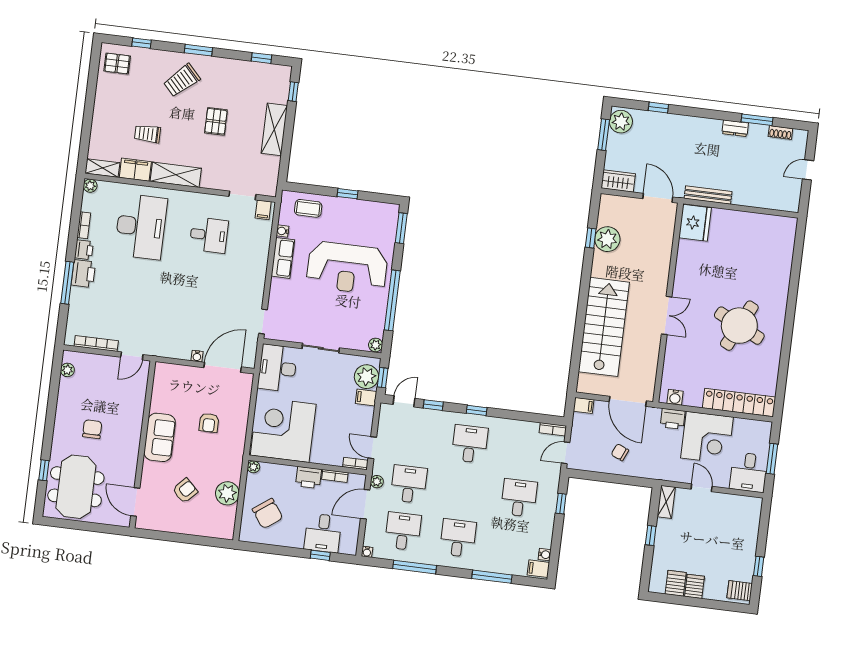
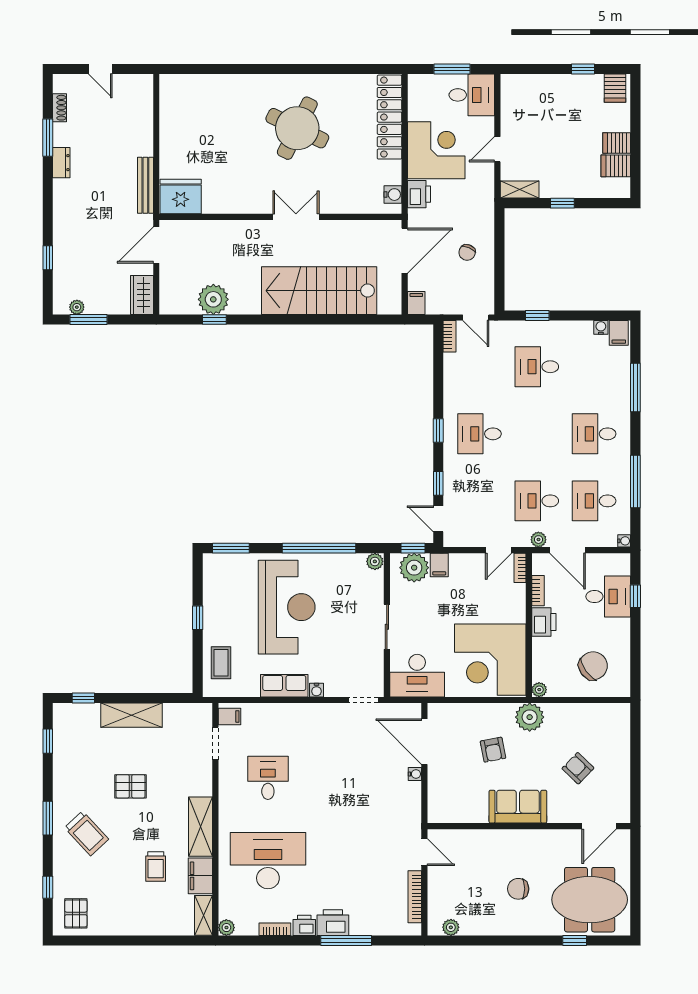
plant: (621, 122) -> (77, 307), width x0.53, depth x0.53
water cooler: (282, 231) -> (316, 690), moved
armchair: (209, 423) -> (493, 750), turned 79
plant: (227, 493) -> (530, 717), moved

